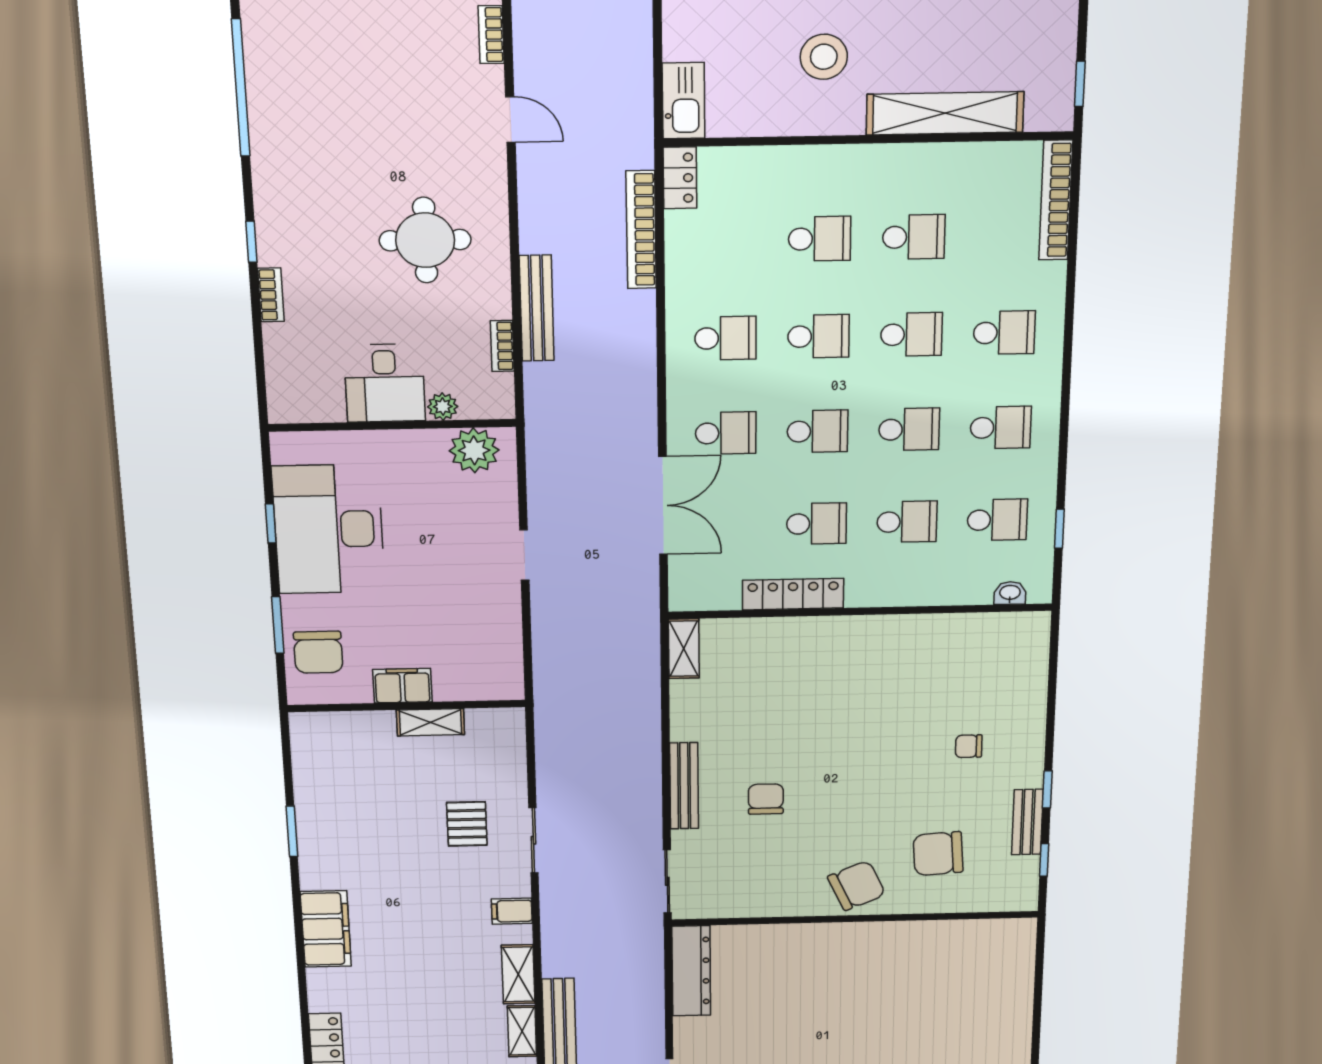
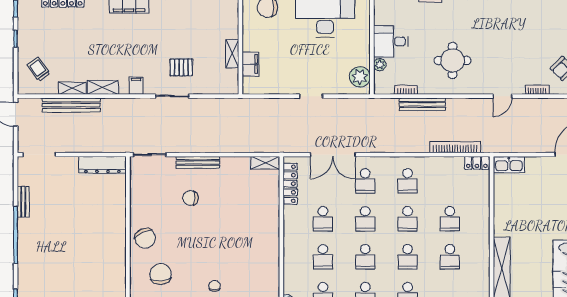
stool: (824, 57) -> (526, 220), removed
locker: (793, 594) -> (290, 184), moved
filing cabinet: (402, 686) -> (250, 64), moved
chair: (766, 799) -> (190, 198), turned 180

